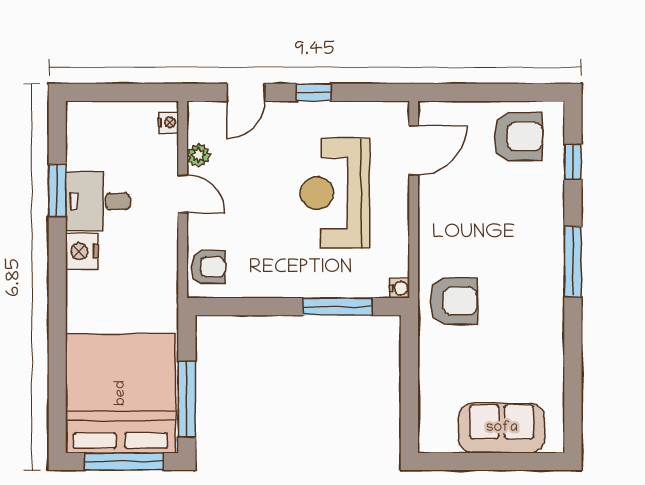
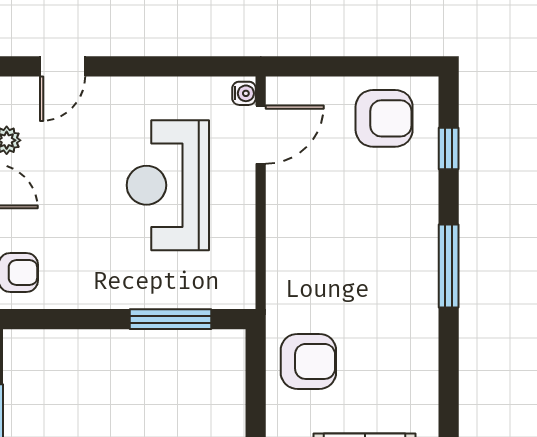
window: (314, 92) -> (143, 66), removed
water cooler: (399, 288) -> (244, 93), moved
armchair: (454, 301) -> (308, 361), moved

